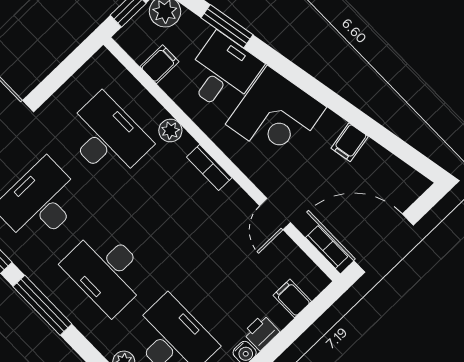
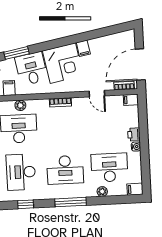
plant: (170, 131) -> (20, 105), moved
filing cabinet: (350, 142) -> (83, 48), moved
filing cabinet: (292, 298) -> (131, 100), moved
window: (42, 305) -> (71, 202), moved

